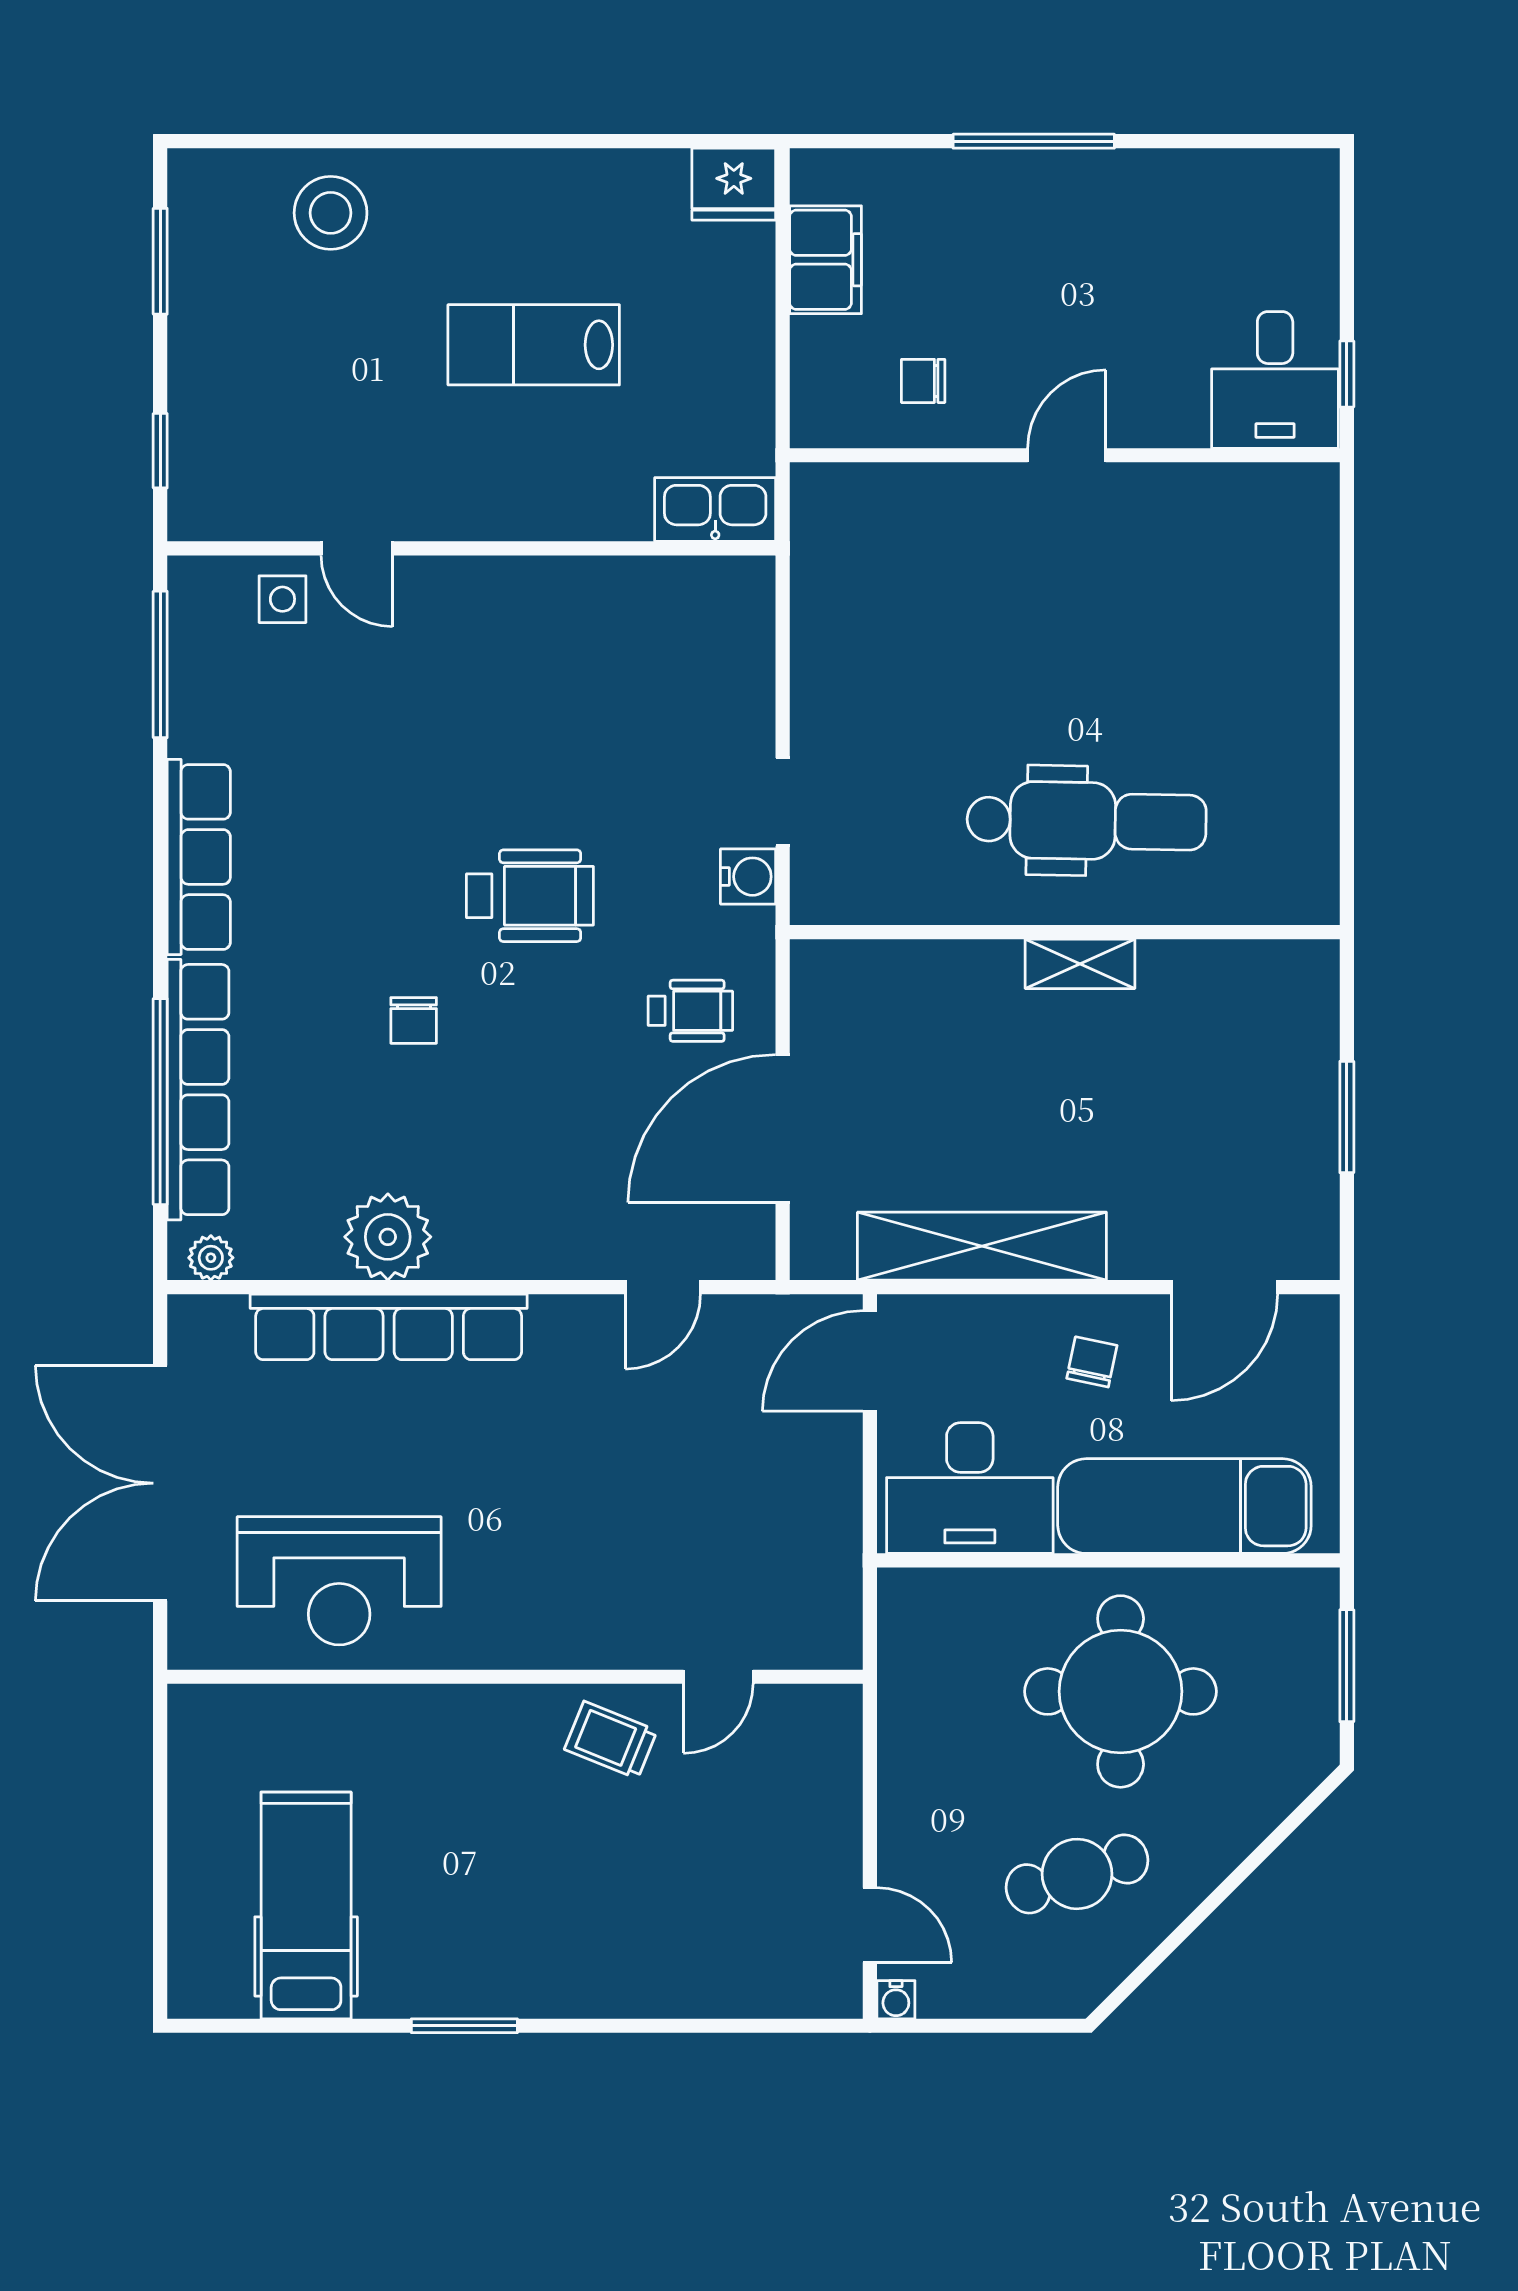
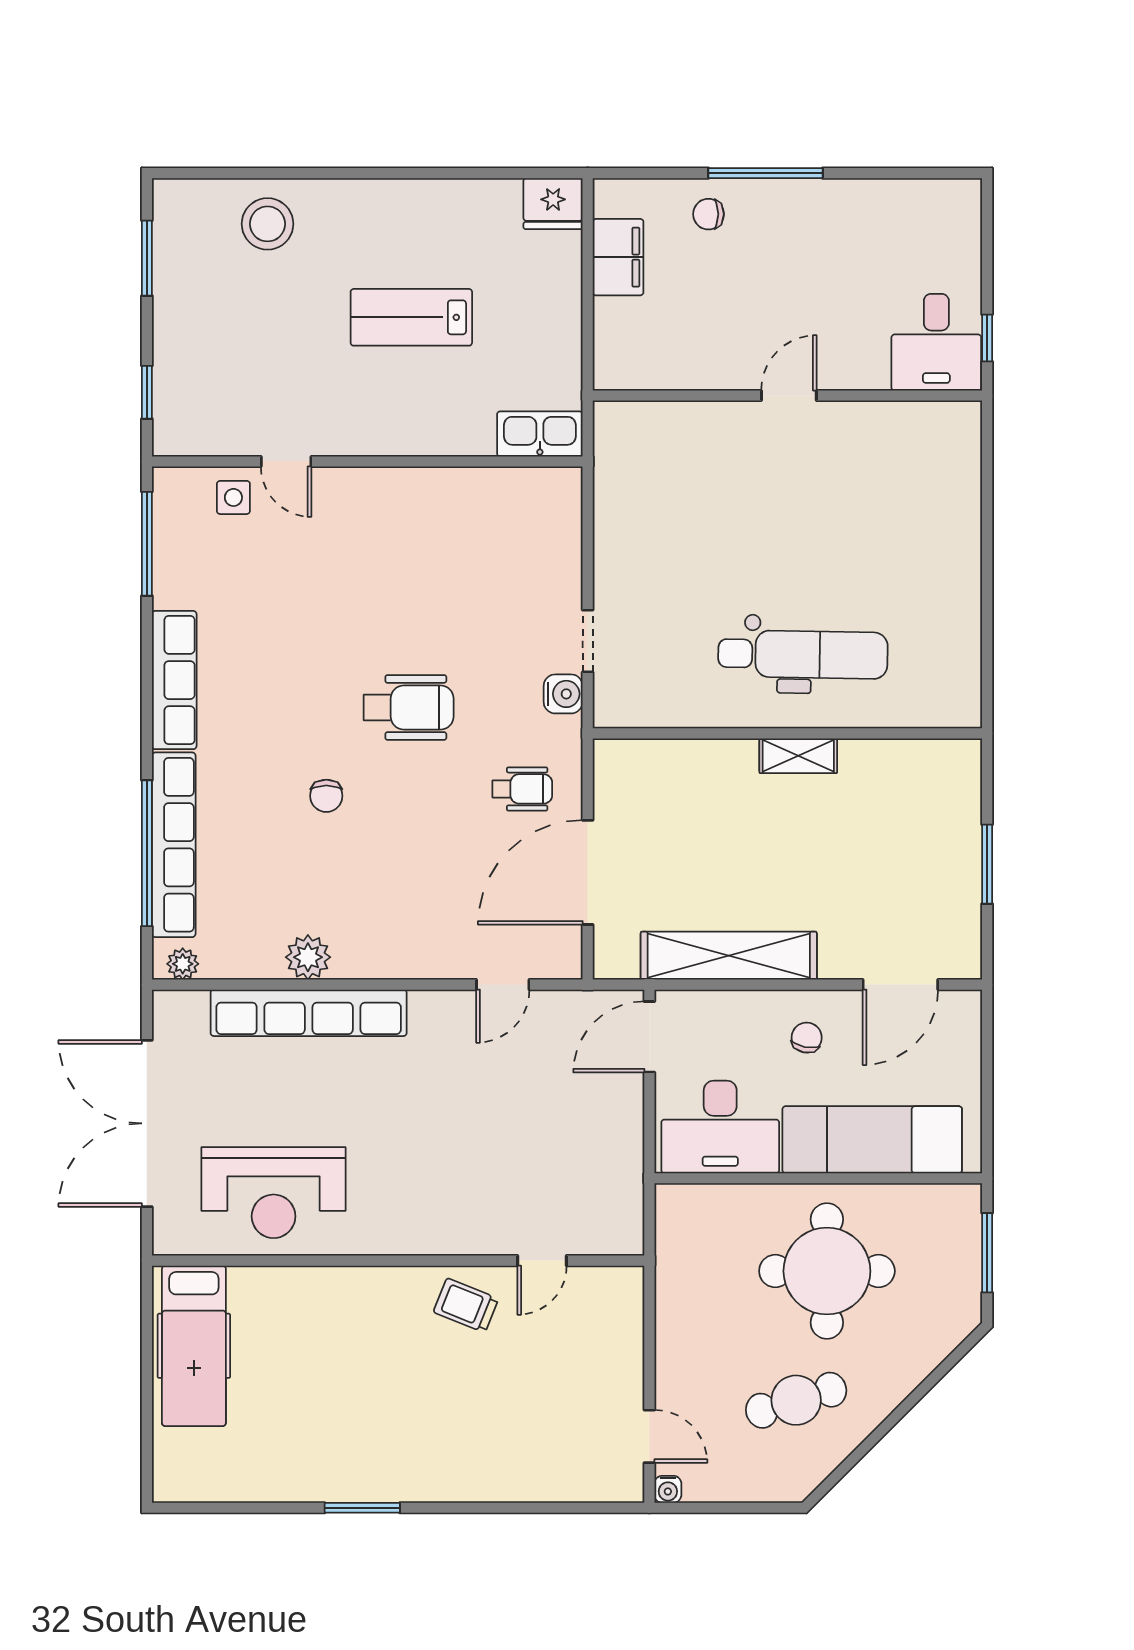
chair: (923, 381) -> (708, 214), moved
plant: (388, 1237) -> (308, 957), width x0.73, depth x0.73
hospital bed: (306, 1905) -> (194, 1346), moved, turned 180

